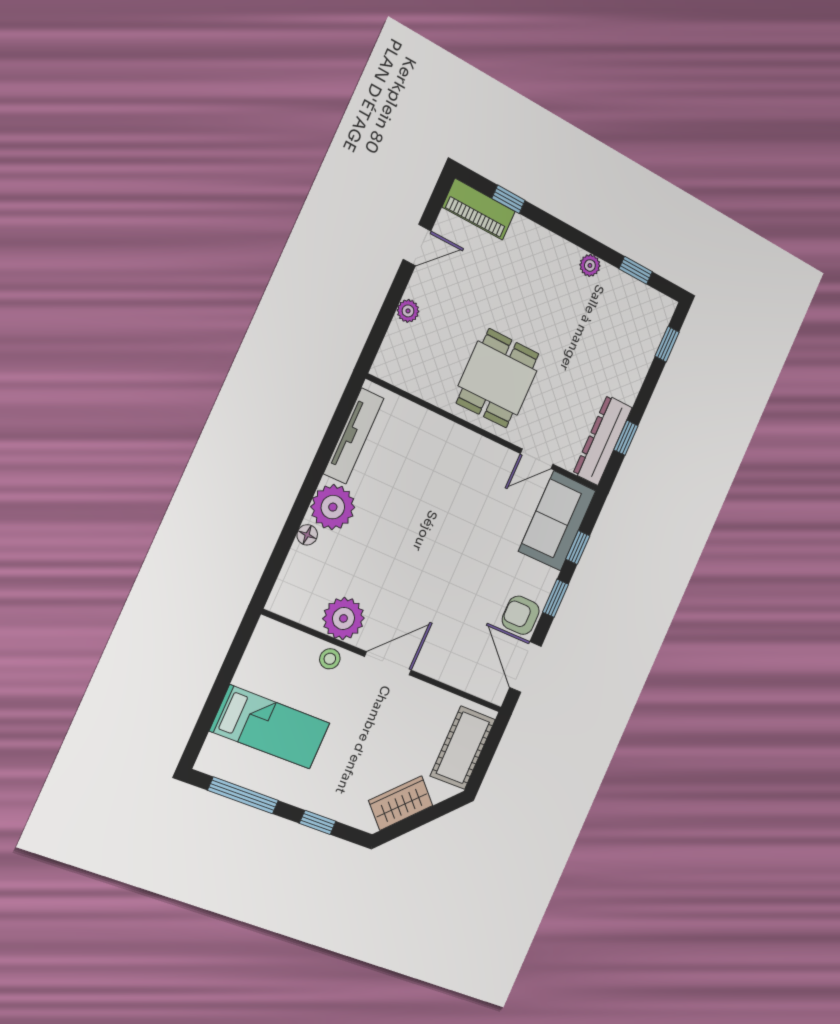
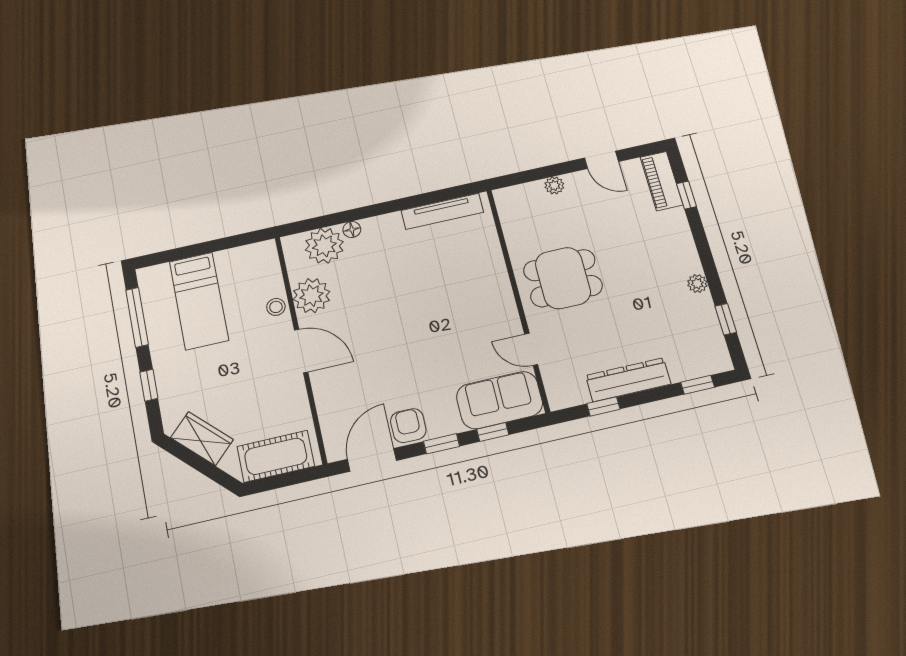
dresser: (603, 440) -> (628, 380), moved
plant: (333, 507) -> (324, 246), moved

